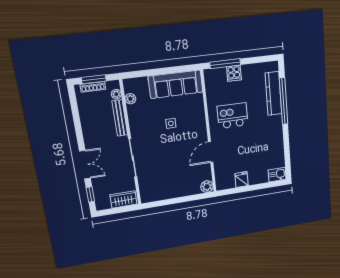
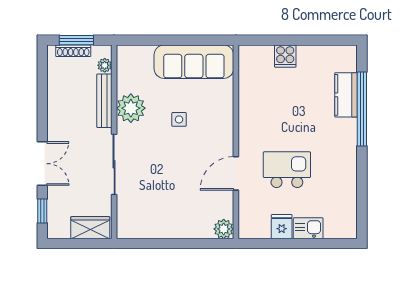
window: (225, 64) -> (273, 40), removed
kitchen counter: (273, 94) -> (346, 95), width x0.67
plant: (130, 99) -> (131, 108), moved, width x1.87, depth x1.87
kitchen island: (233, 116) -> (287, 170), moved
kitchen sink: (277, 175) -> (308, 228), moved

